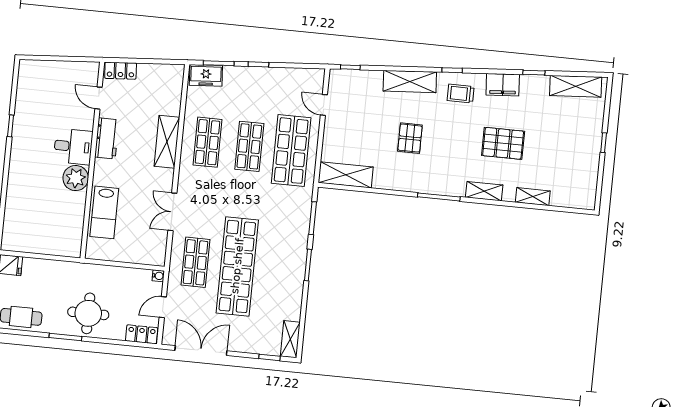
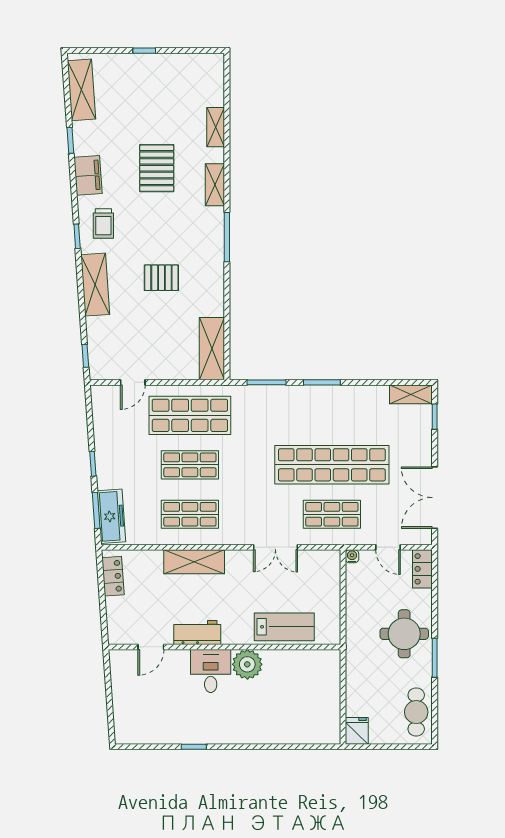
locker: (121, 71) -> (113, 576), moved
freezer: (206, 75) -> (111, 516), width x1.40

